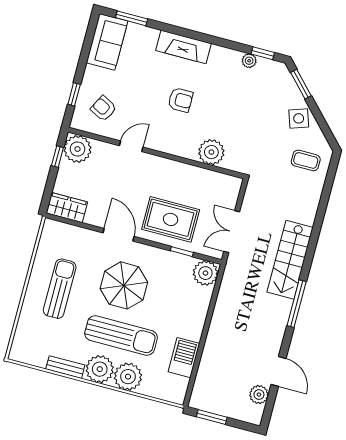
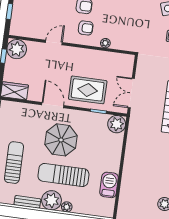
armchair: (104, 108) -> (86, 28), moved, turned 153
plant: (211, 152) -> (105, 43), width x0.53, depth x0.53
sun lounger: (60, 289) -> (14, 163), moved
sun lounger: (121, 335) -> (63, 175), turned 180
plant: (128, 377) -> (67, 207), width x0.53, depth x0.53

